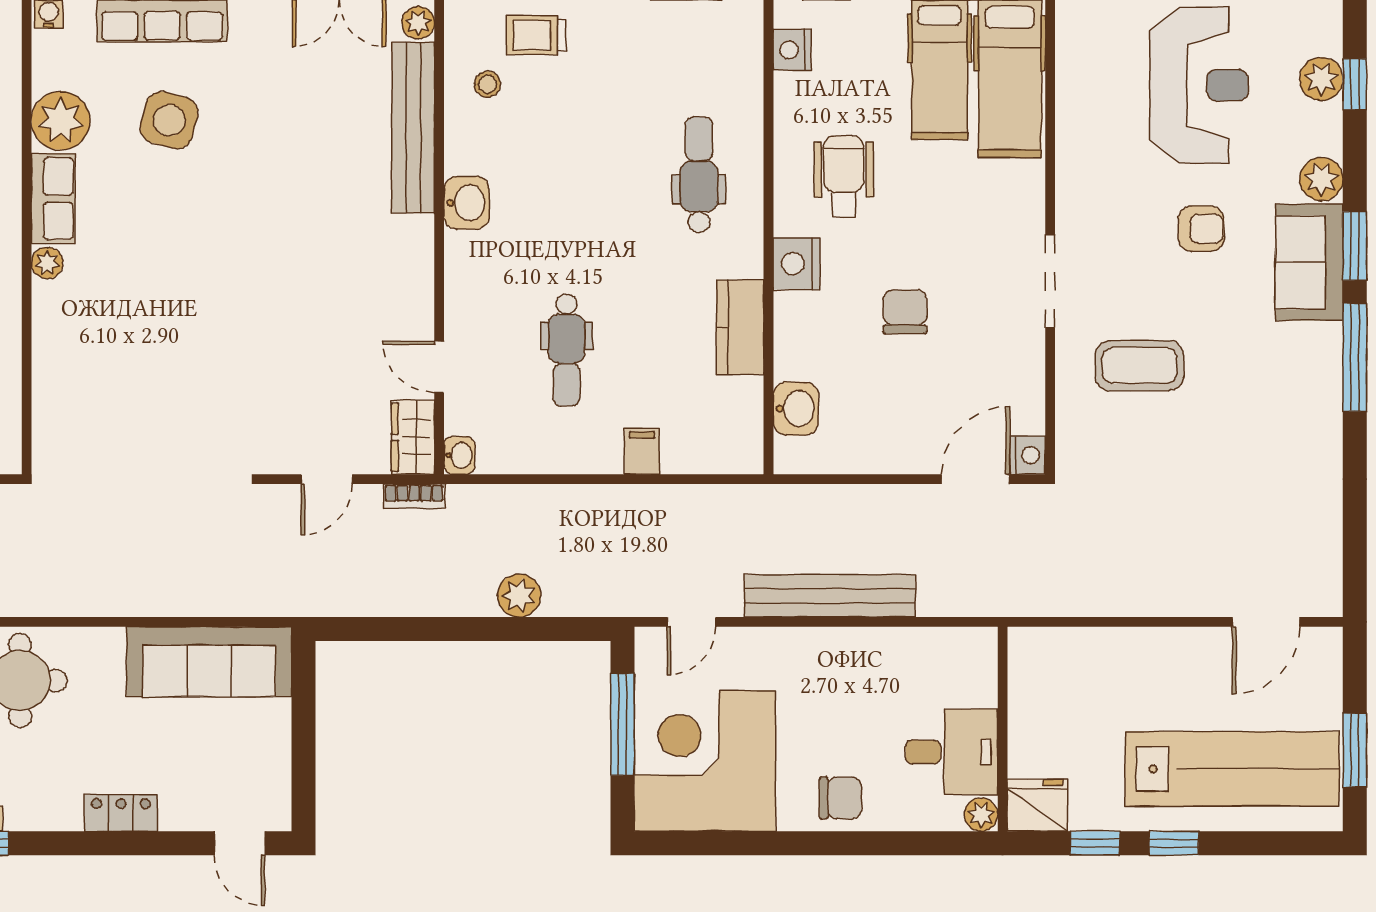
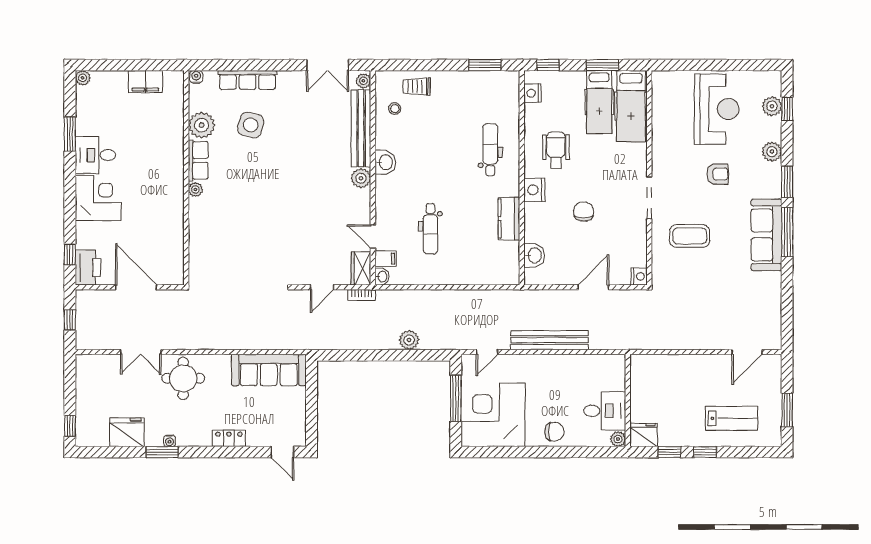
plant: (413, 238) -> (361, 178), added
sofa: (1309, 262) -> (766, 235), moved, width x1.36
filing cabinet: (642, 451) -> (386, 259), moved, turned 90
door: (976, 479) -> (593, 287), moved
lab bench: (1232, 769) -> (732, 418), width x0.54, depth x0.72

